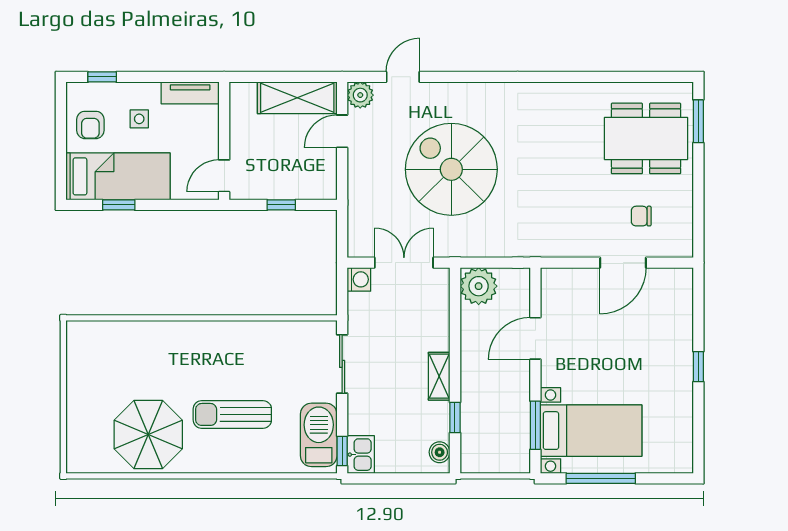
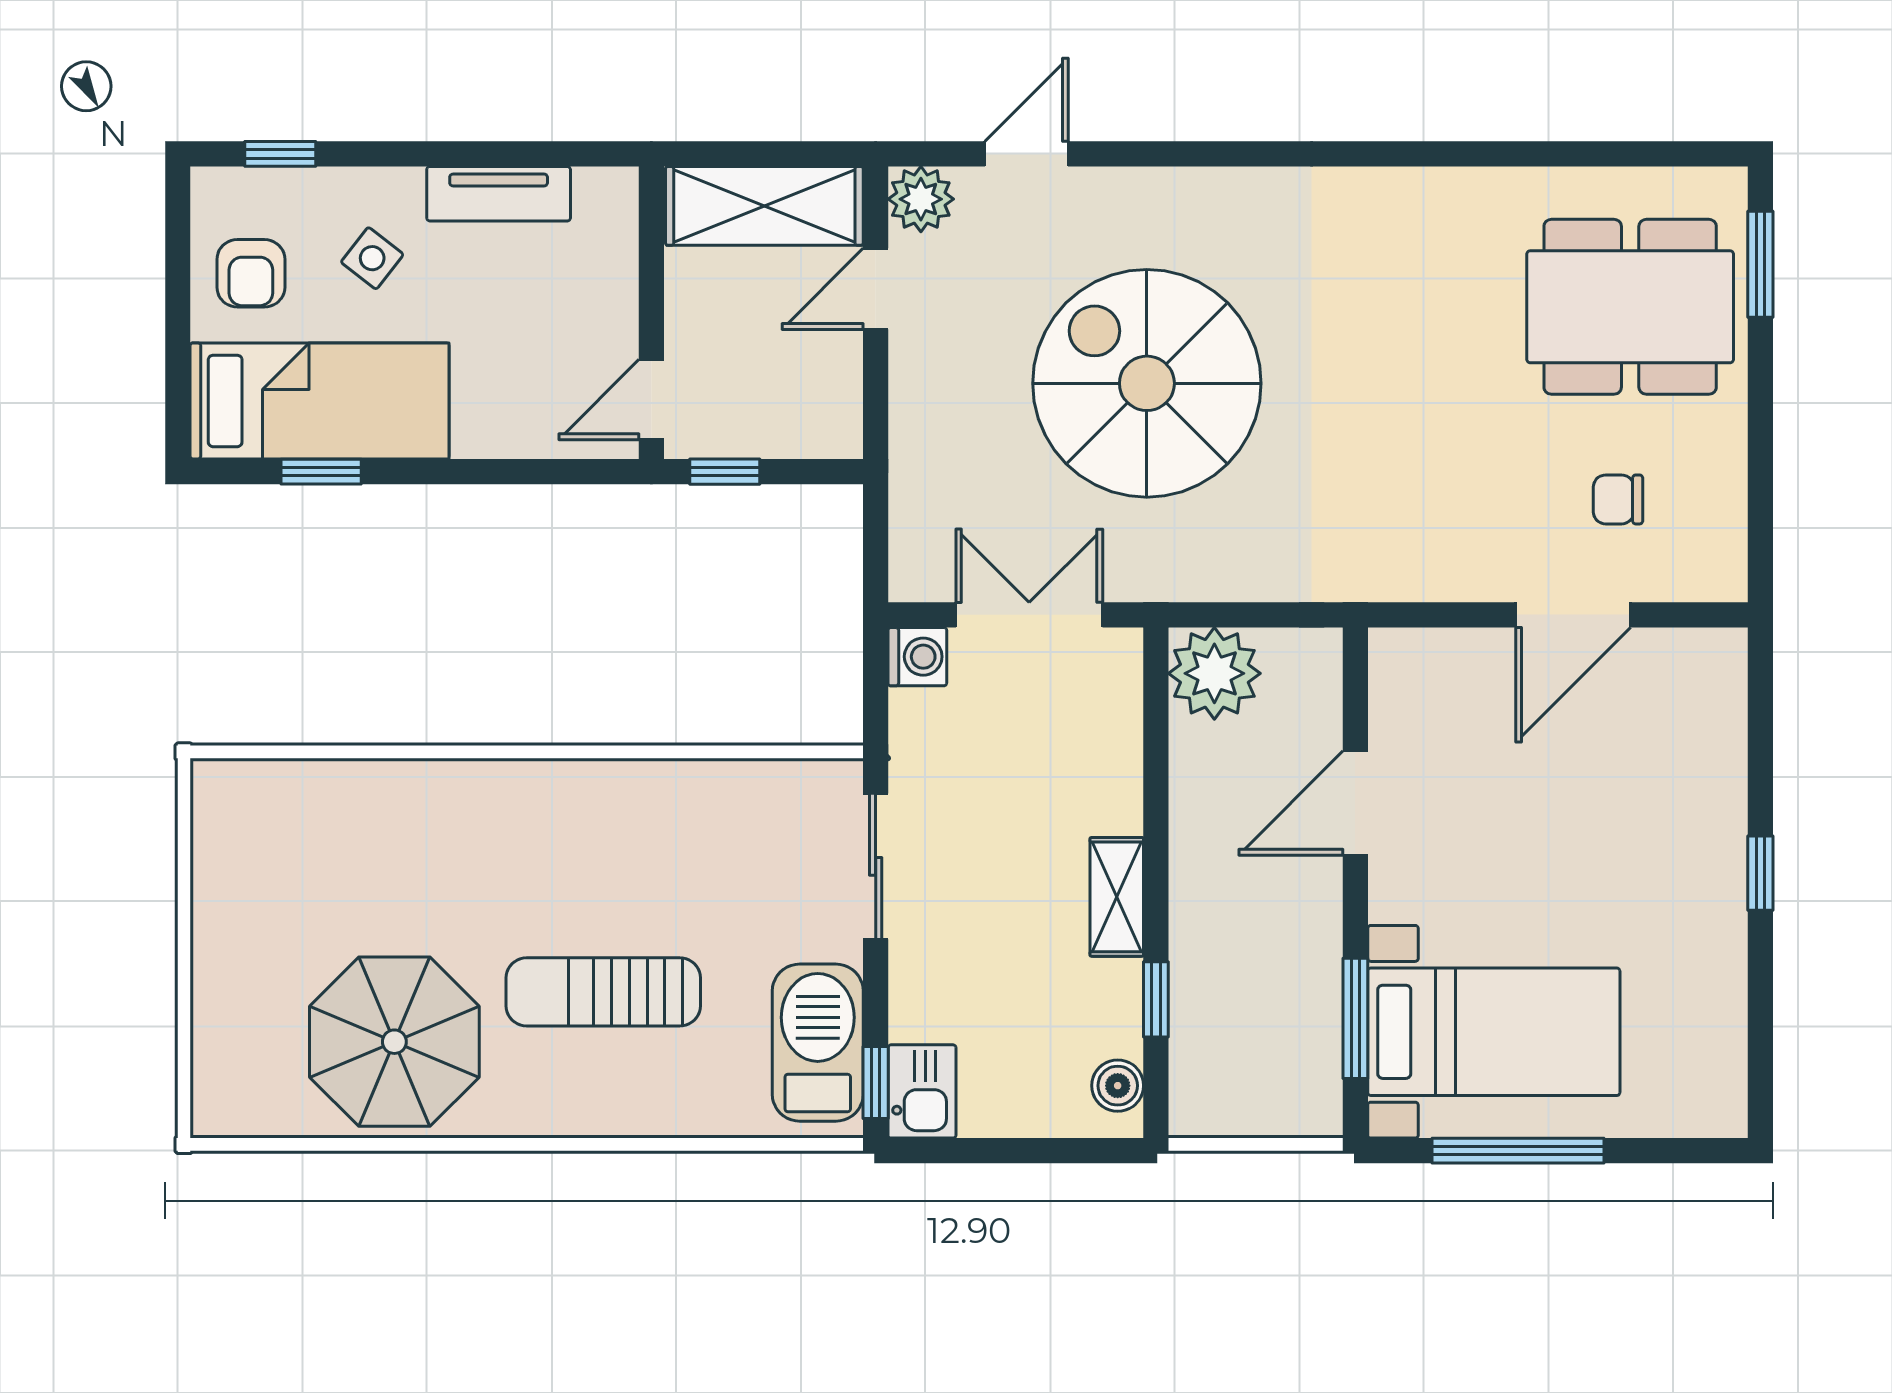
side table: (139, 119) -> (372, 258), turned 38
wall: (224, 141) -> (651, 313), moved
door: (224, 176) -> (651, 400), moved

